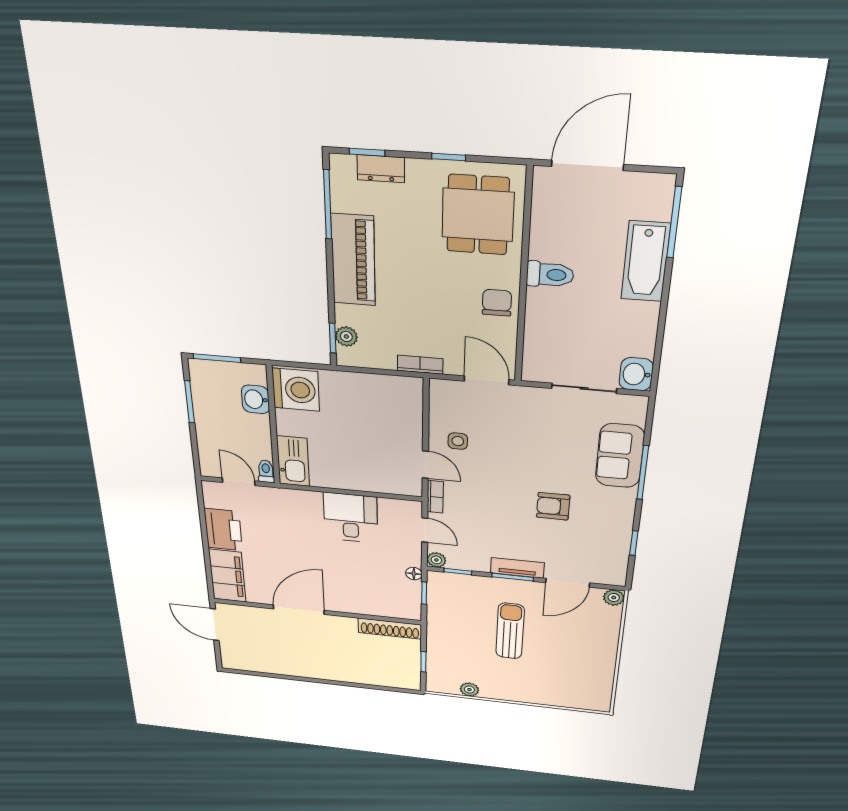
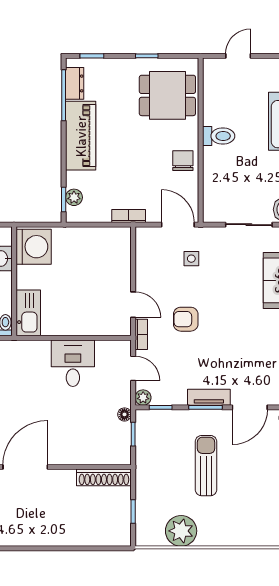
door: (587, 165) -> (238, 56), width x0.53
dresser: (381, 169) -> (75, 83), moved, turned -90
dining table: (478, 215) -> (167, 95), turned 90
side table: (458, 441) -> (191, 259), moved
armchair: (553, 506) -> (186, 319), moved
plant: (469, 690) -> (181, 531), width x1.88, depth x1.88

